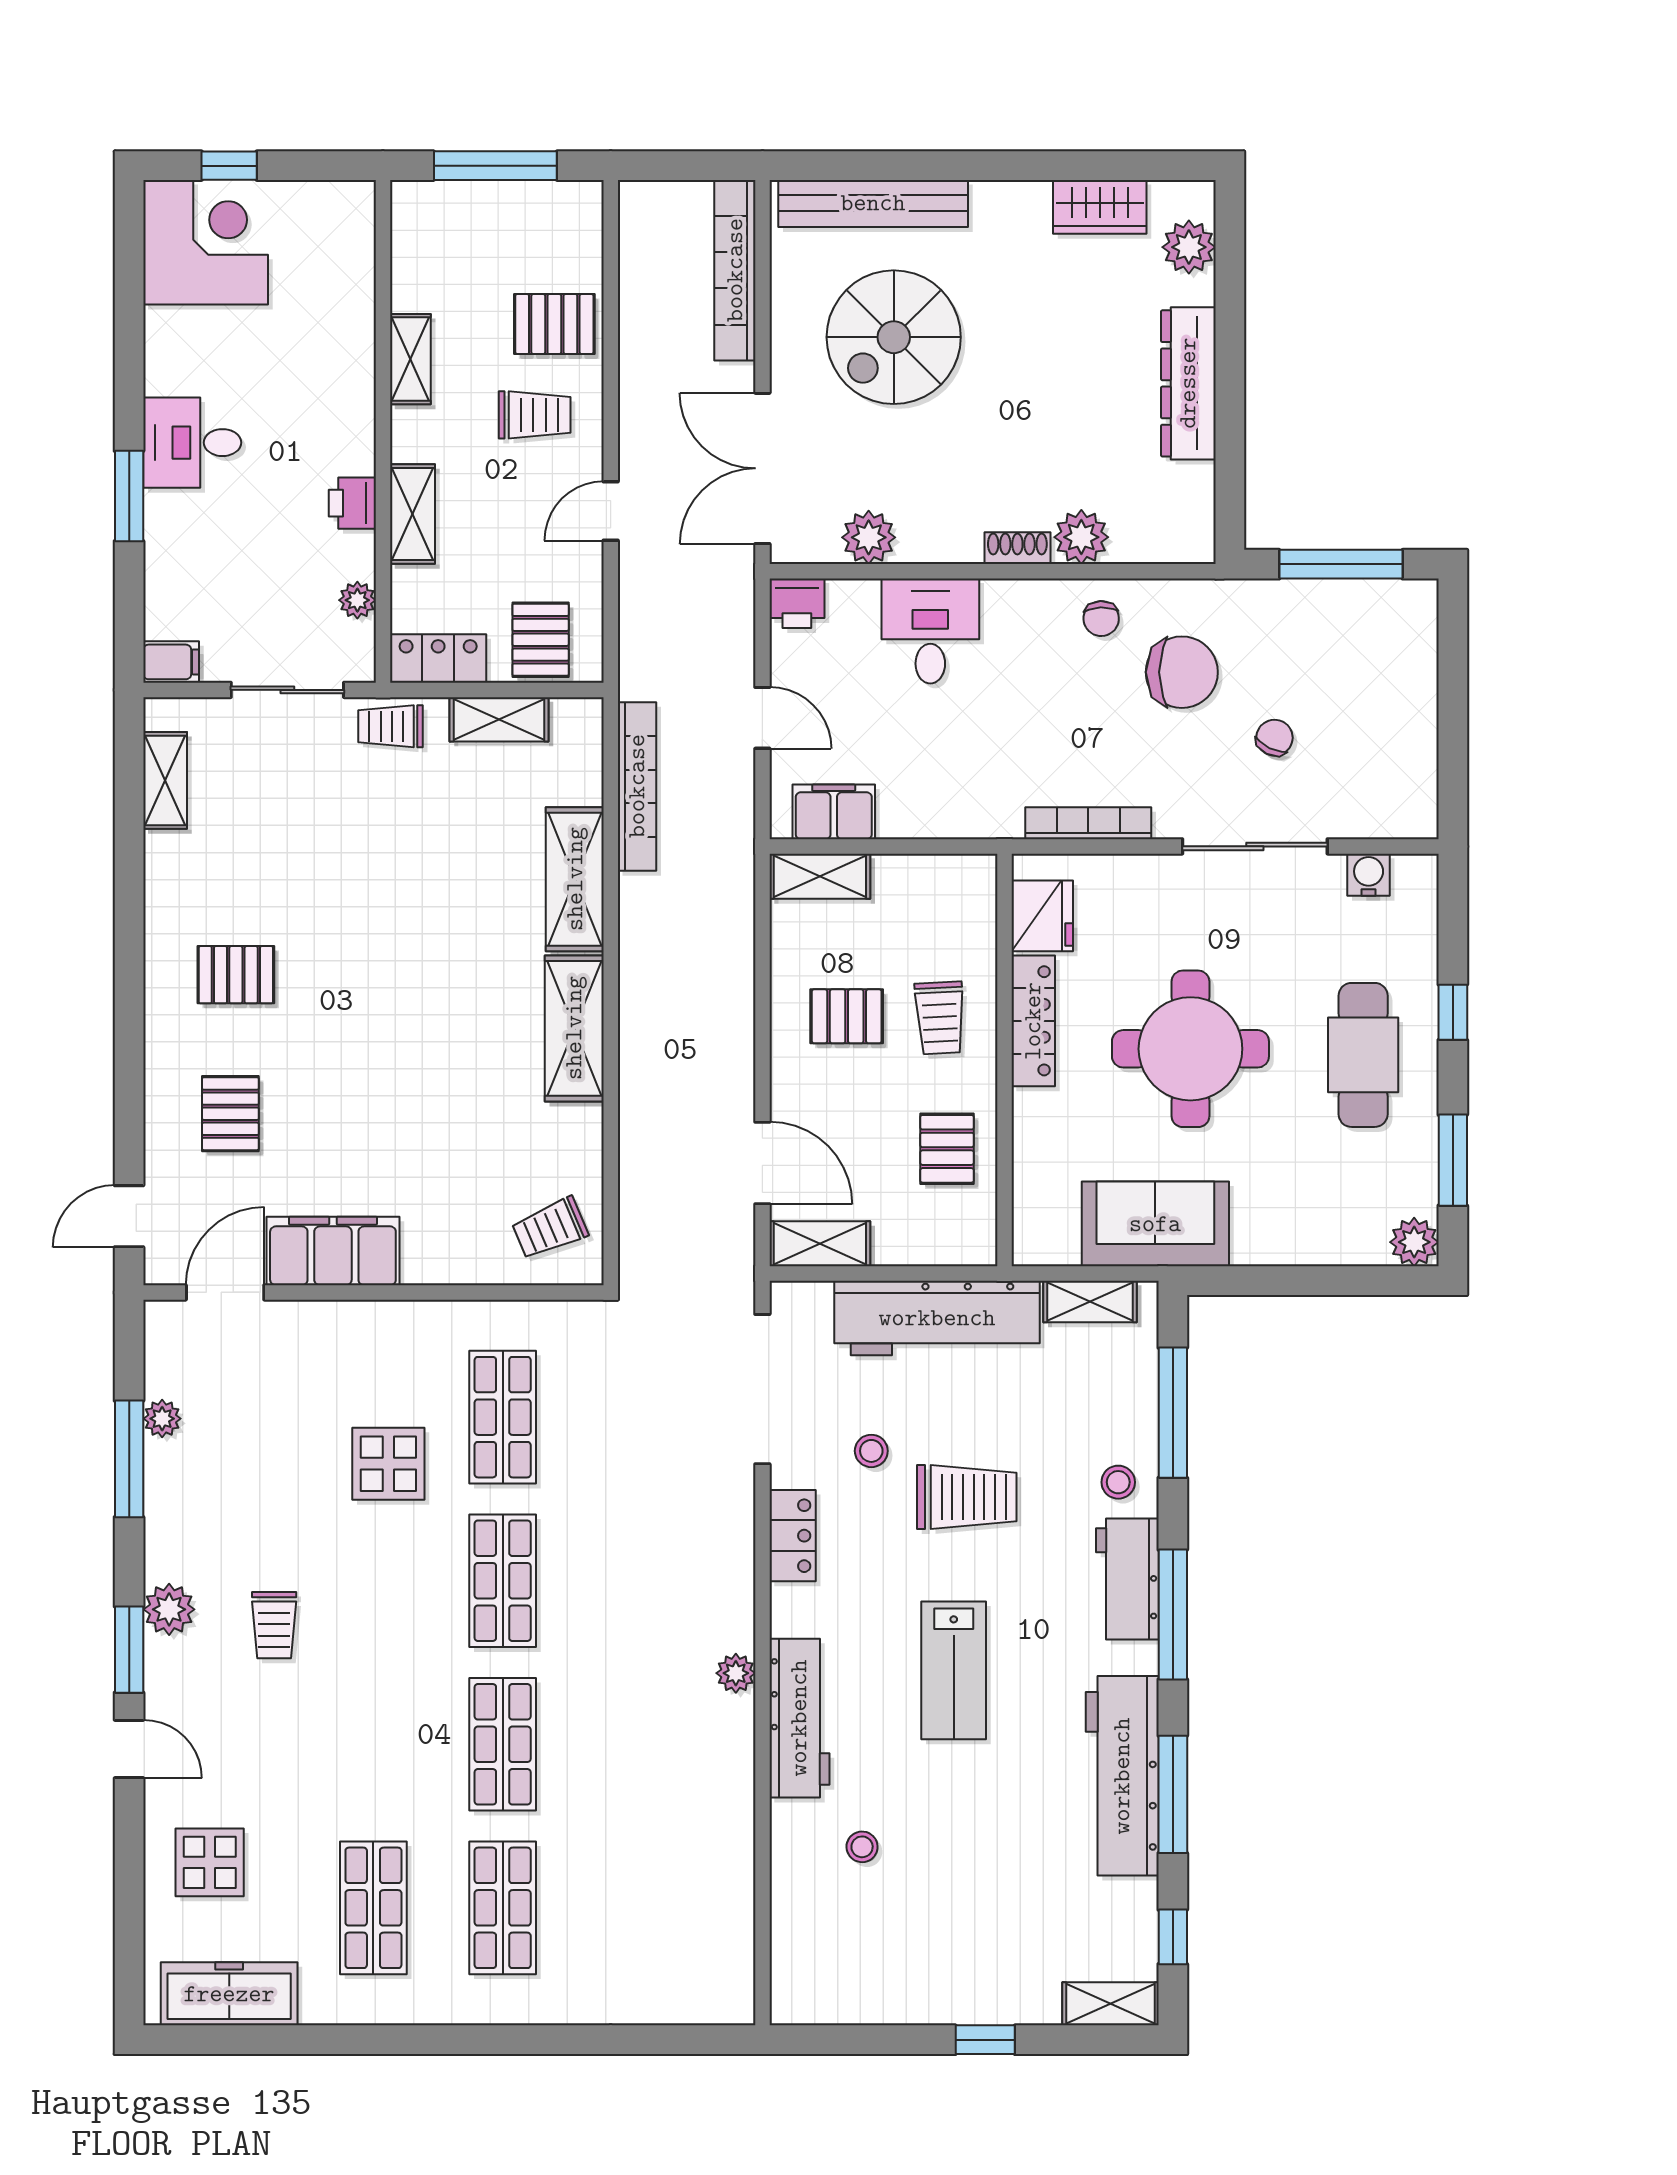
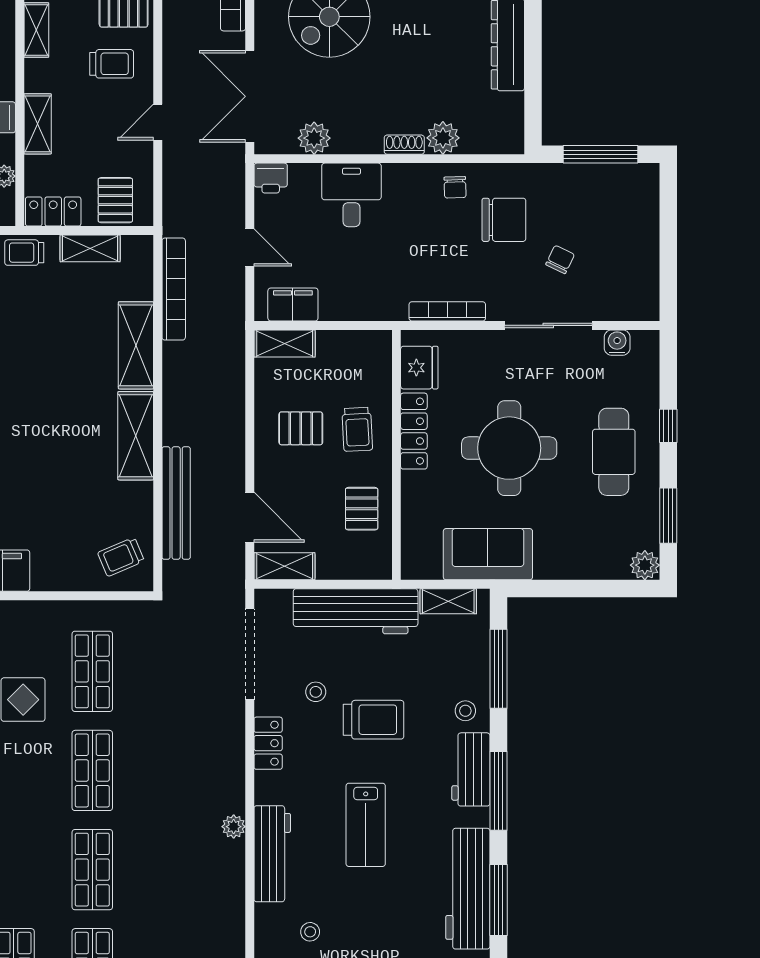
bench: (641, 1139) -> (176, 503), added

